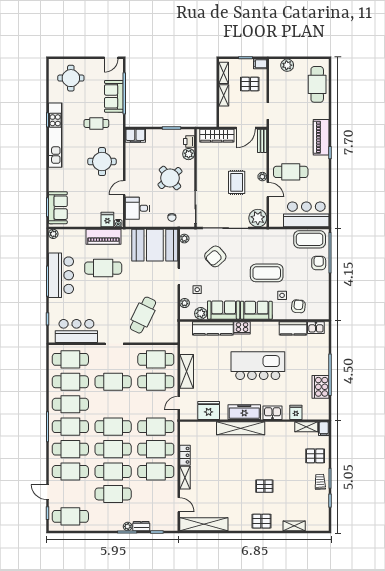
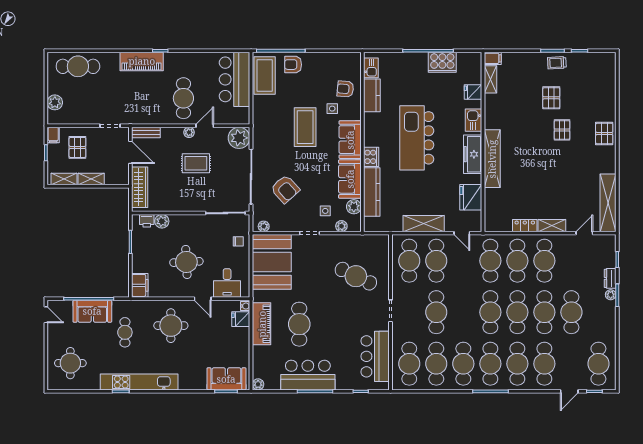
round table: (170, 178) -> (186, 262), moved, turned 37
pallet: (315, 456) -> (551, 98), moved
shelving: (294, 526) -> (610, 94), removed

